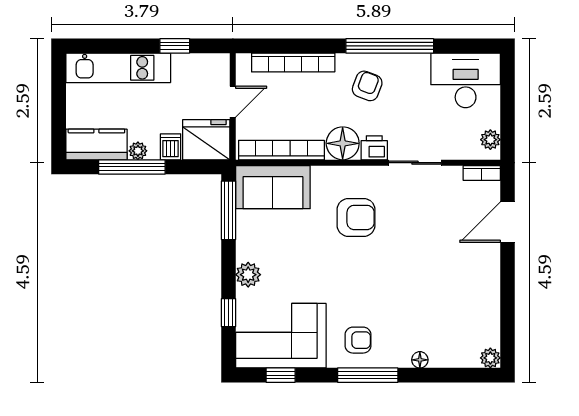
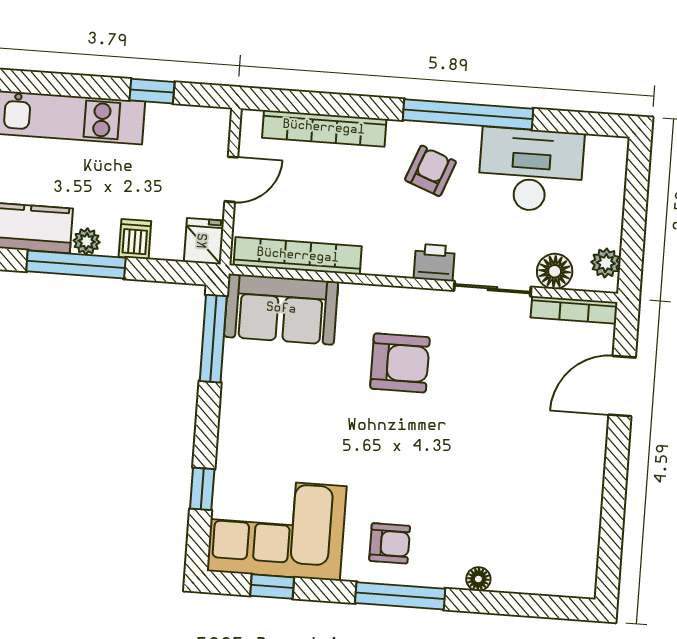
desk: (466, 80) -> (531, 170), moved
fridge: (206, 140) -> (204, 241), width x0.53, depth x0.75
floor lamp: (343, 143) -> (555, 271), moved, width x0.73, depth x0.73
bookcase: (482, 173) -> (574, 310), width x1.56
plant: (248, 275) -> (235, 435), removed
plant: (490, 358) -> (582, 584), removed

